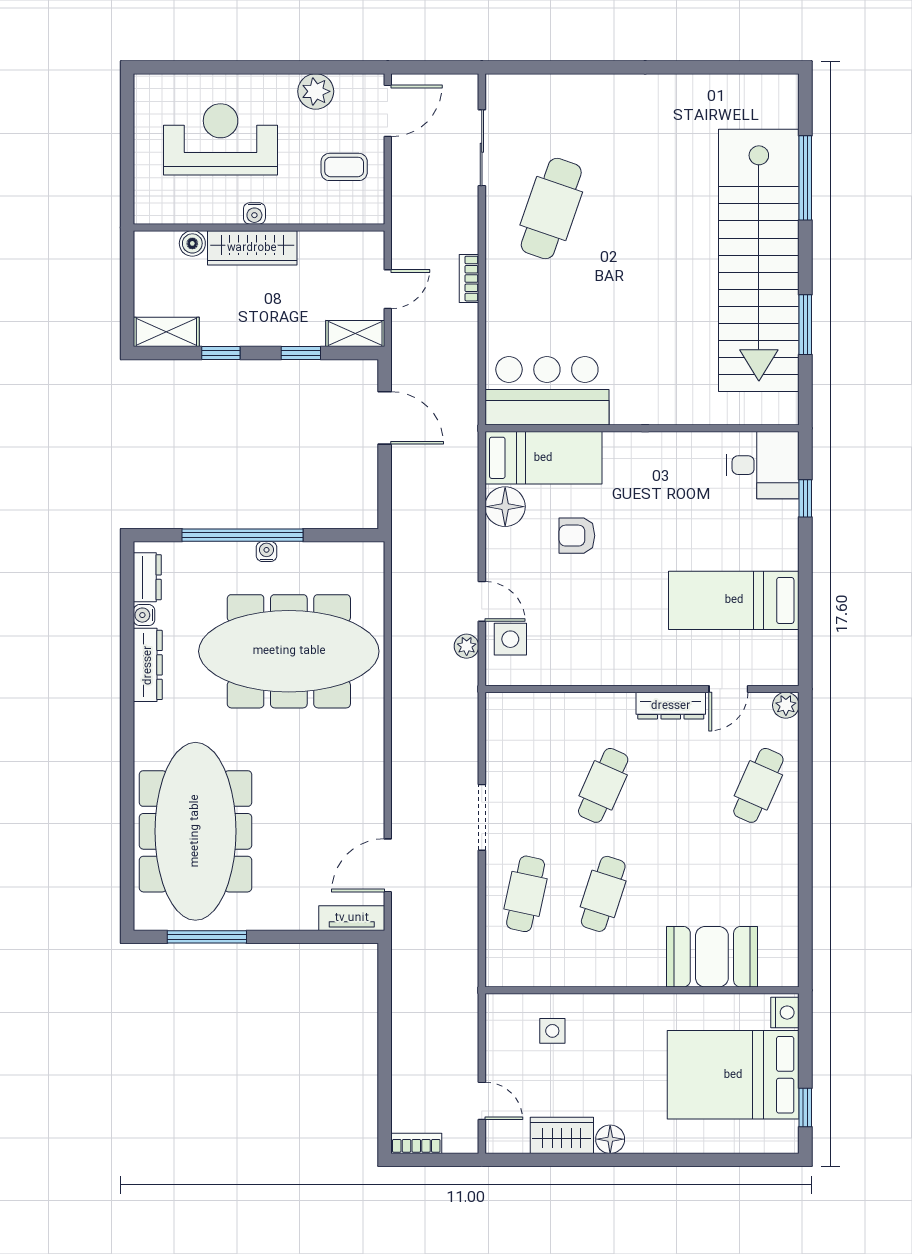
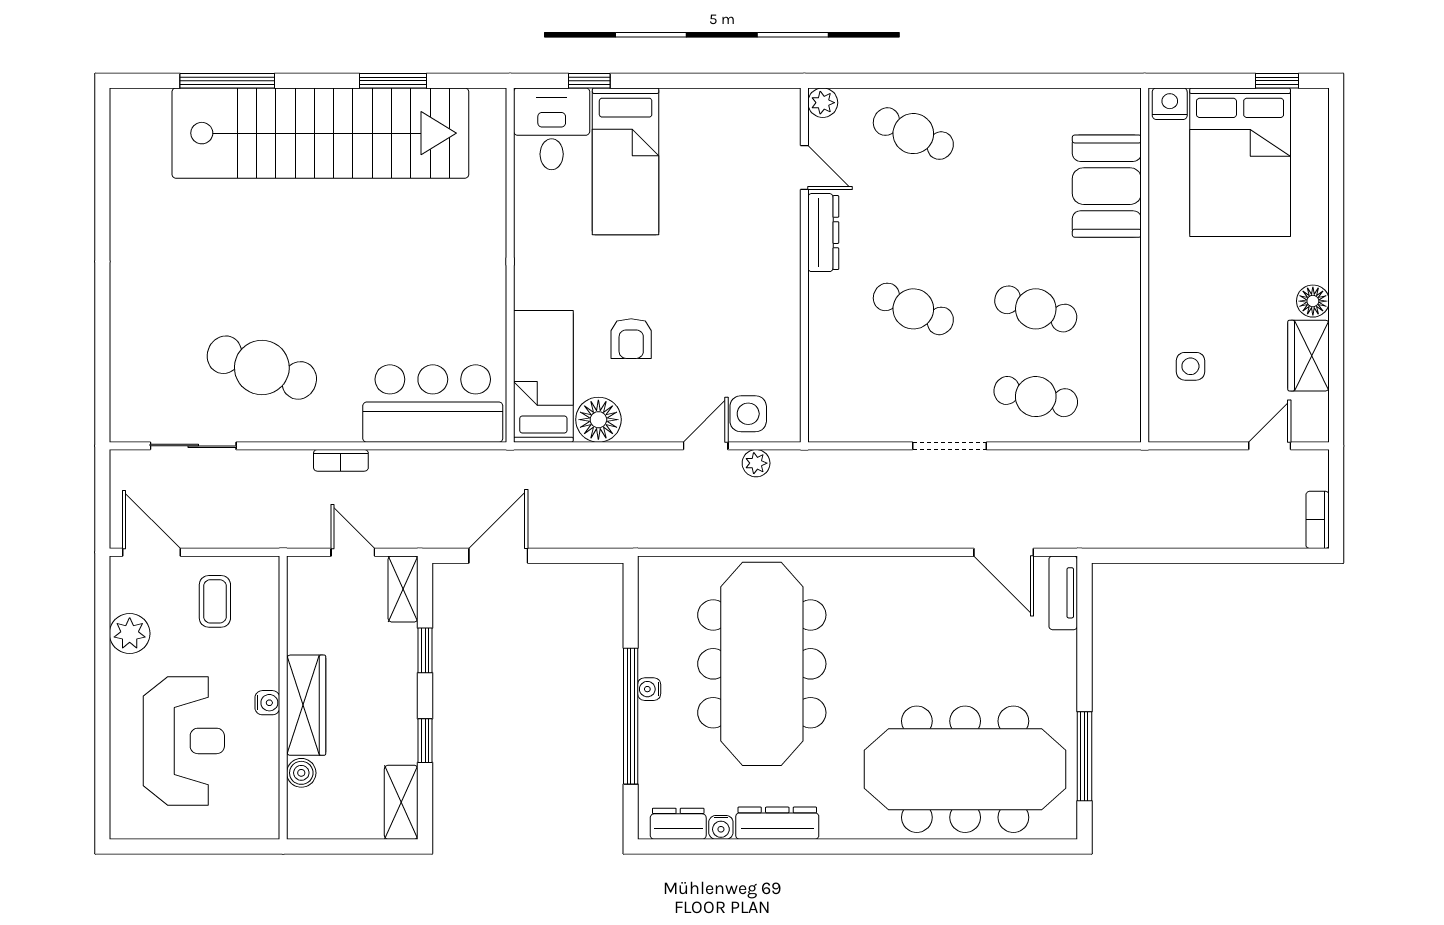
reception desk: (221, 139) -> (184, 741), turned 180
bar counter: (547, 391) -> (433, 403), moved, turned 90
bed: (734, 600) -> (626, 161), moved

